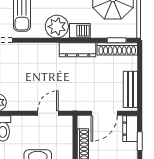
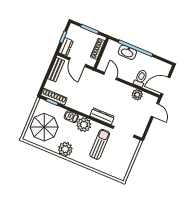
dresser: (78, 50) -> (102, 116), moved
door: (48, 113) -> (110, 76), swing flipped
door: (104, 113) -> (77, 62), swing flipped

